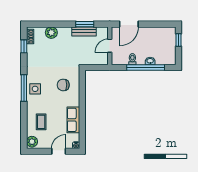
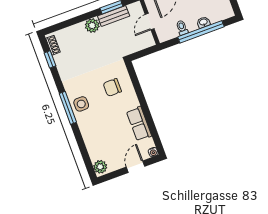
plant: (51, 33) -> (92, 26), moved
coffee table: (41, 122) -> (102, 140), removed

